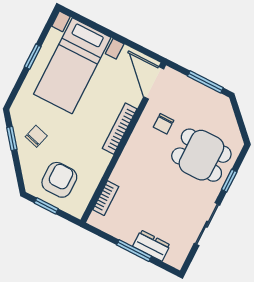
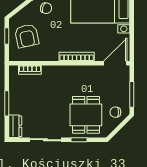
chair: (164, 124) -> (115, 112), moved
armchair: (59, 180) -> (27, 36), turned 78
dresser: (151, 246) -> (15, 126), moved

